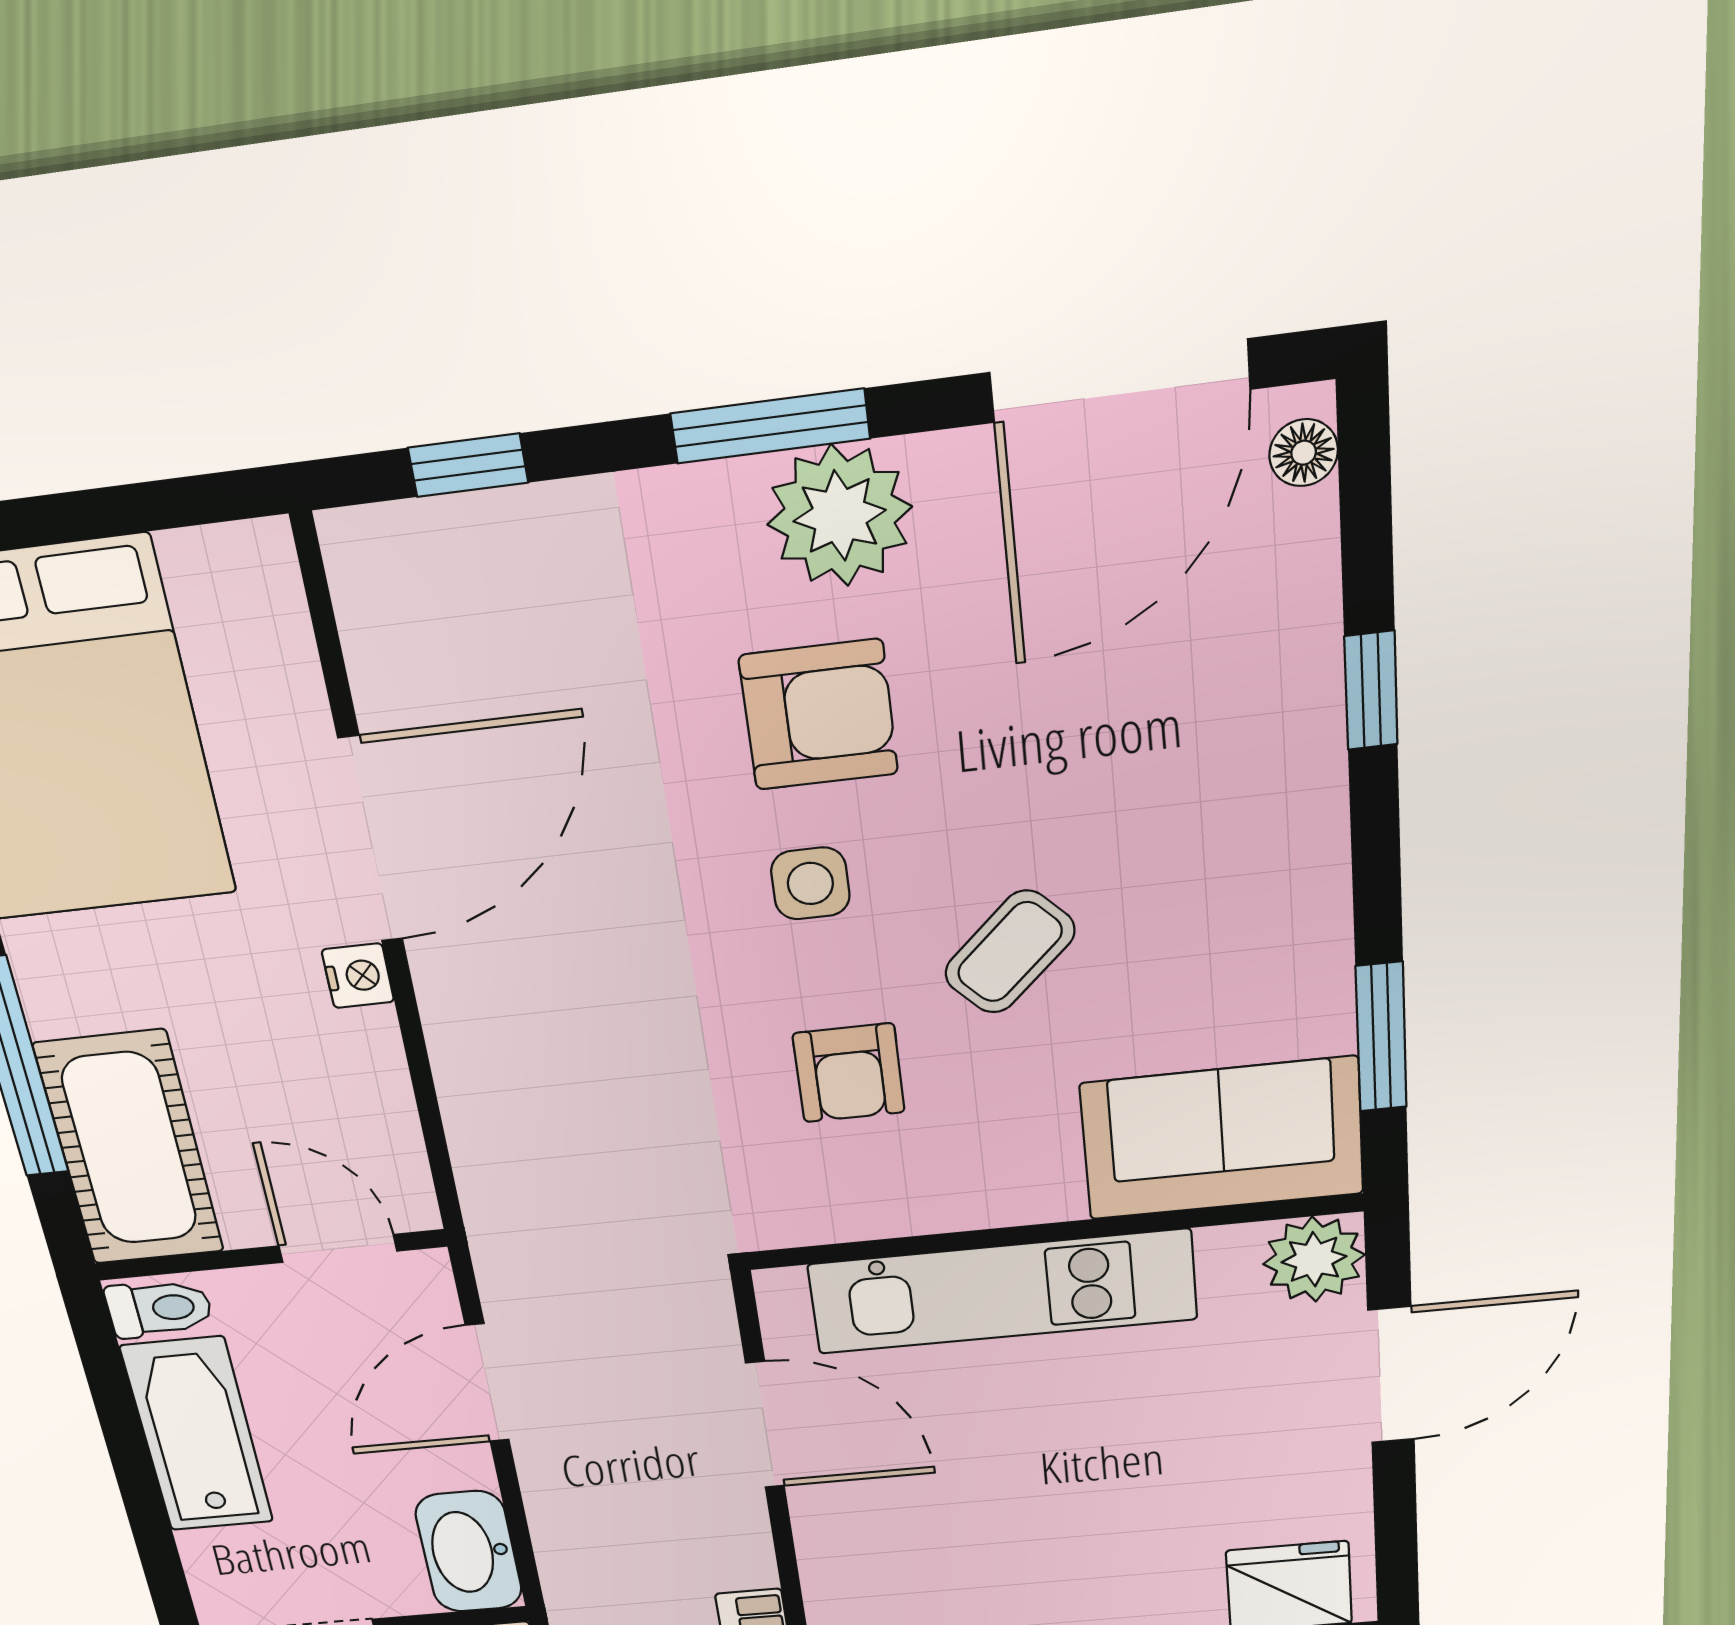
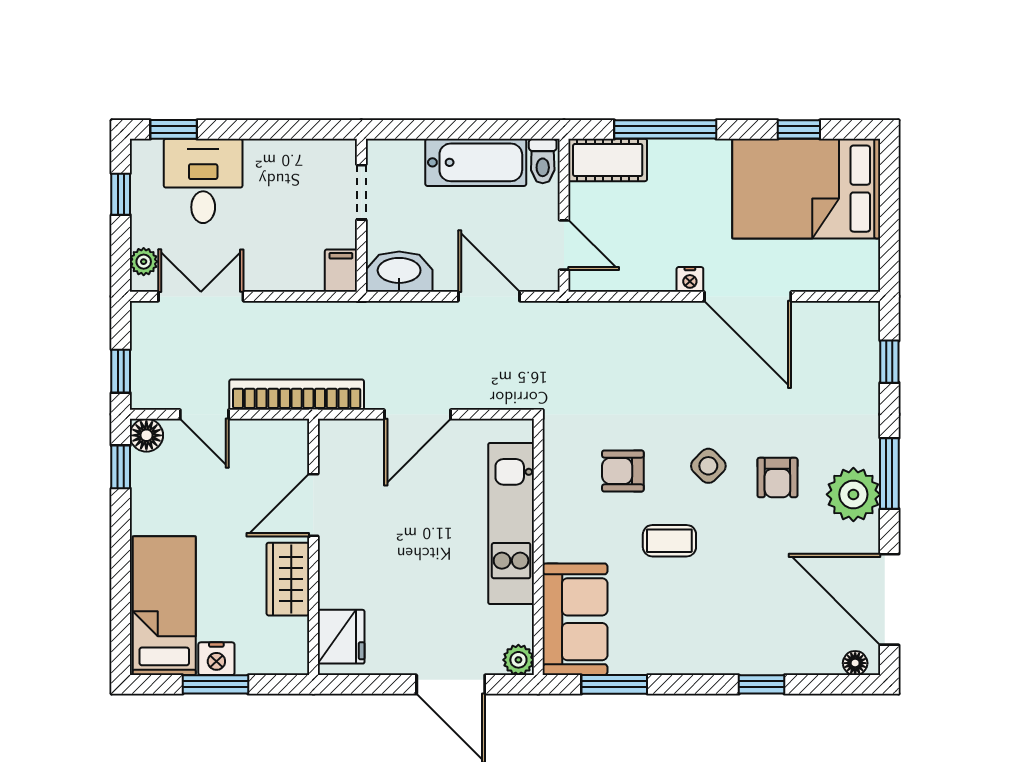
armchair: (819, 715) -> (777, 478), width x0.72, depth x0.72
side table: (810, 883) -> (708, 466), turned 45
coffee table: (1010, 952) -> (669, 541), turned -46
cot: (129, 1149) -> (608, 160), width x0.73, depth x0.75
door: (338, 1248) -> (564, 245), hinge flipped
plant: (1314, 1259) -> (518, 660), width x0.73, depth x0.73
door: (765, 1425) -> (417, 414), moved

